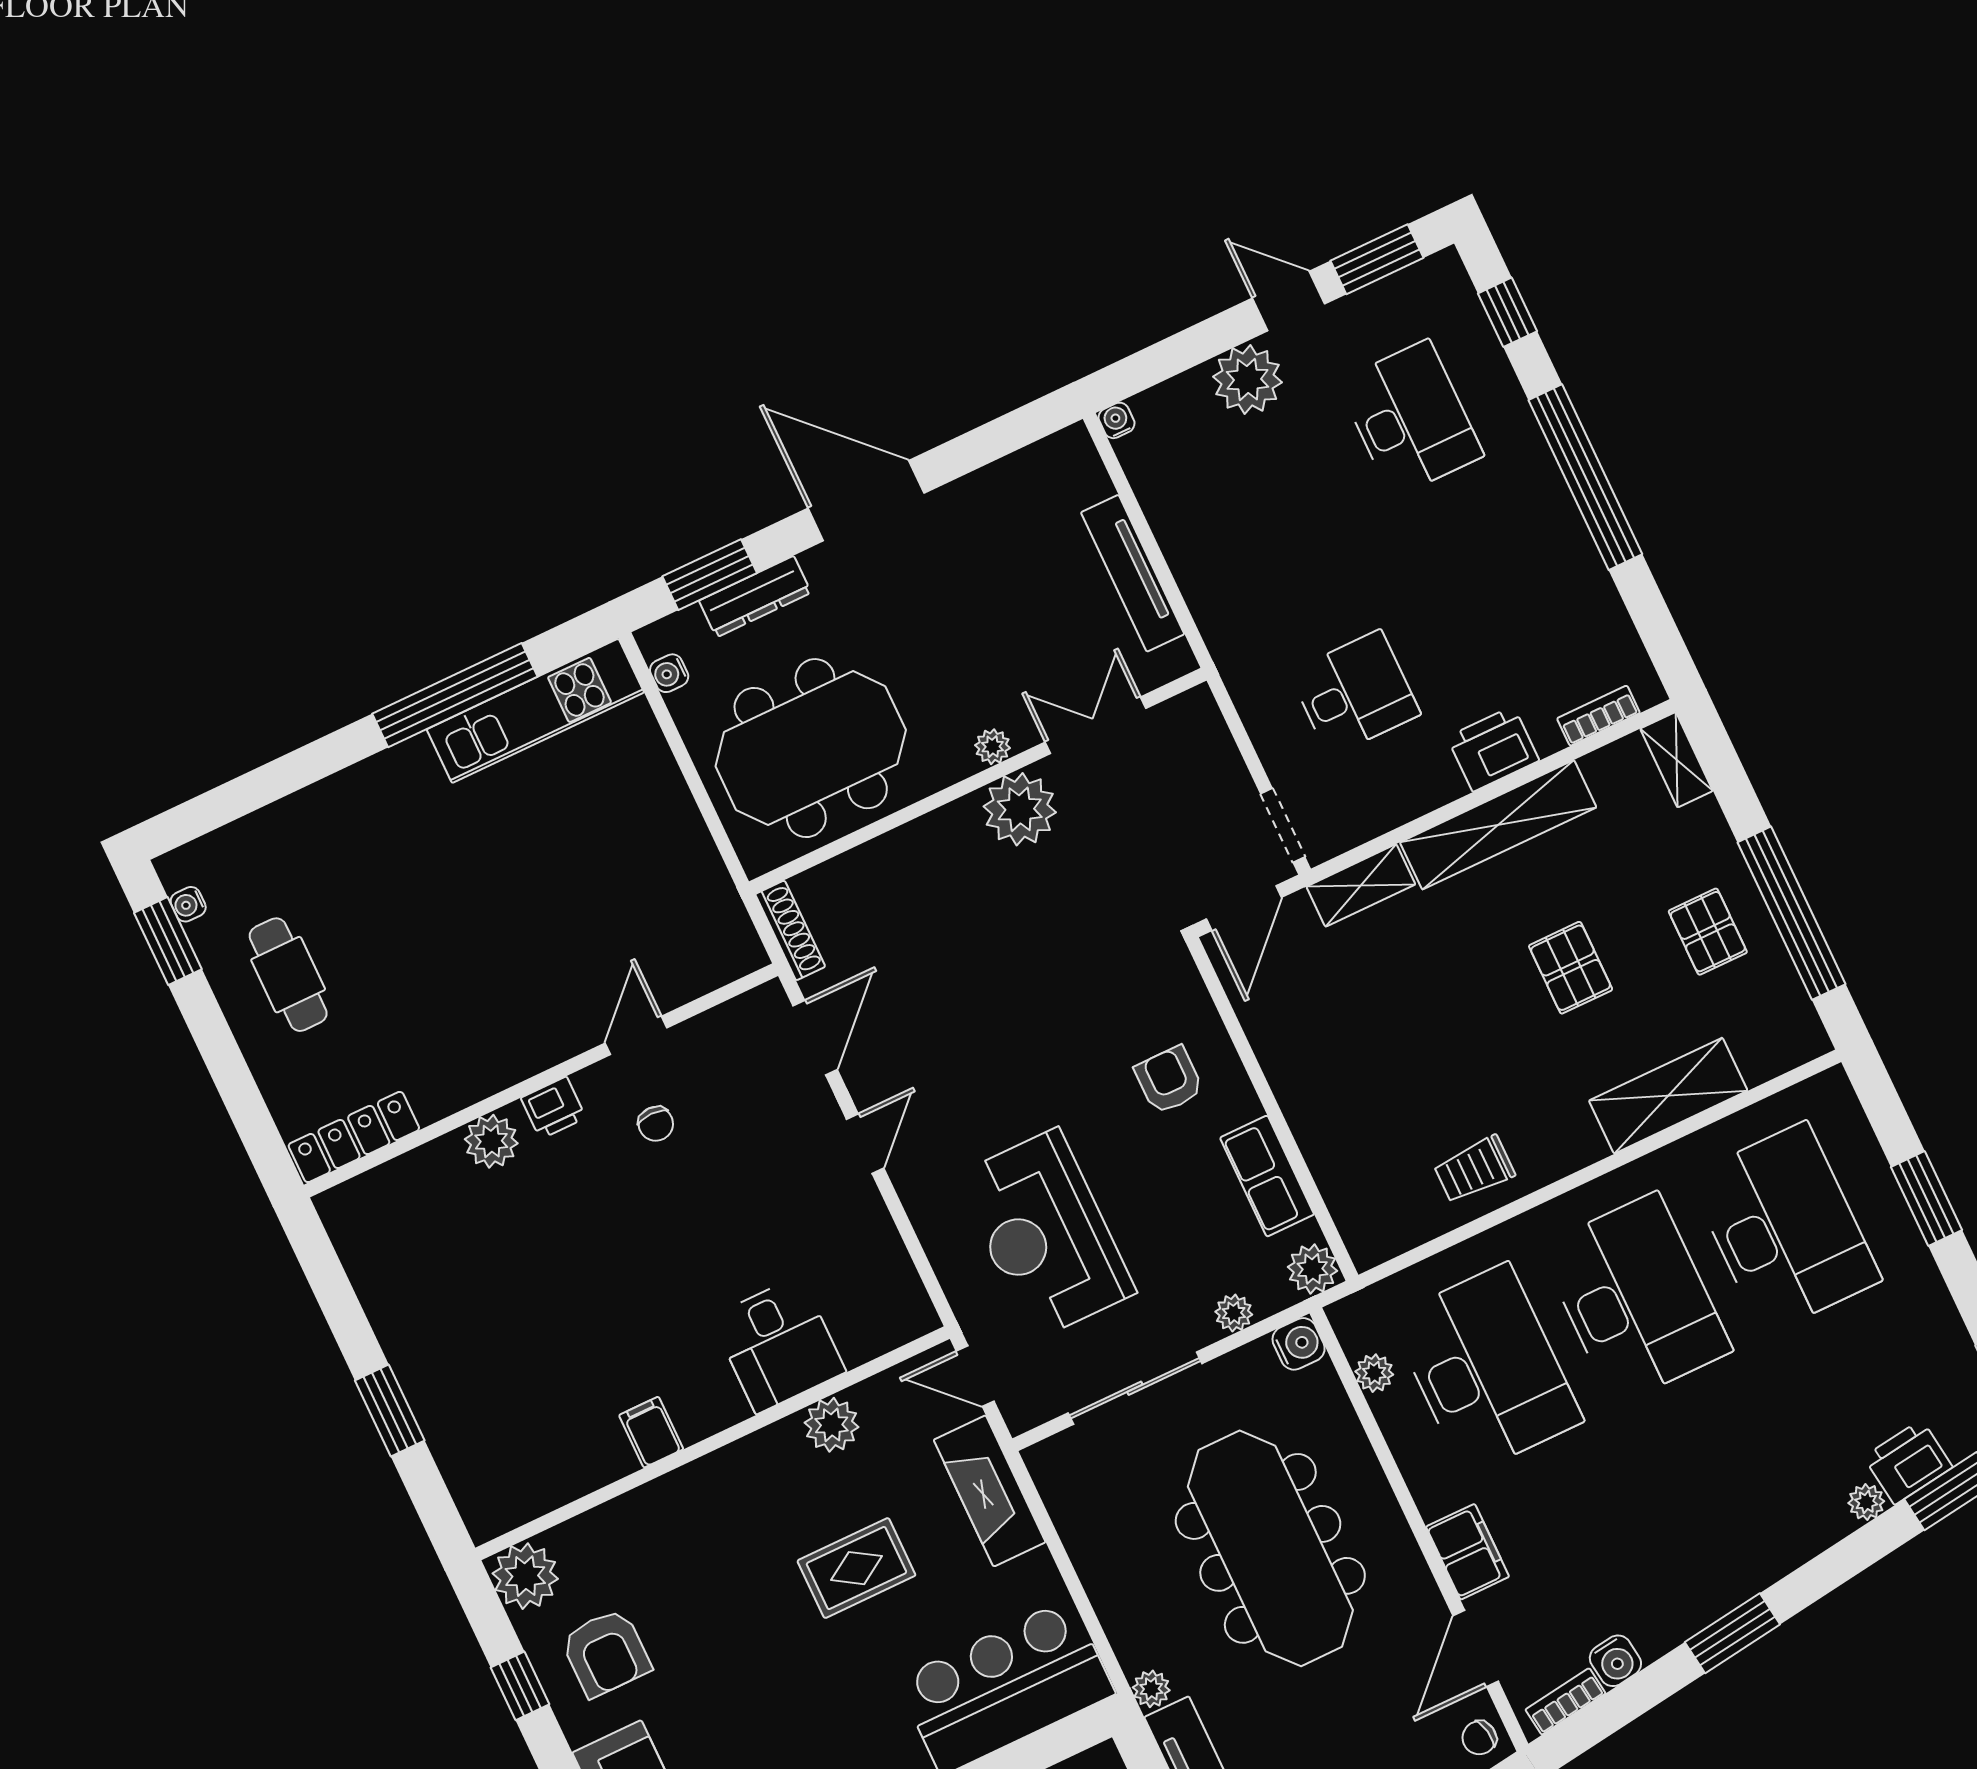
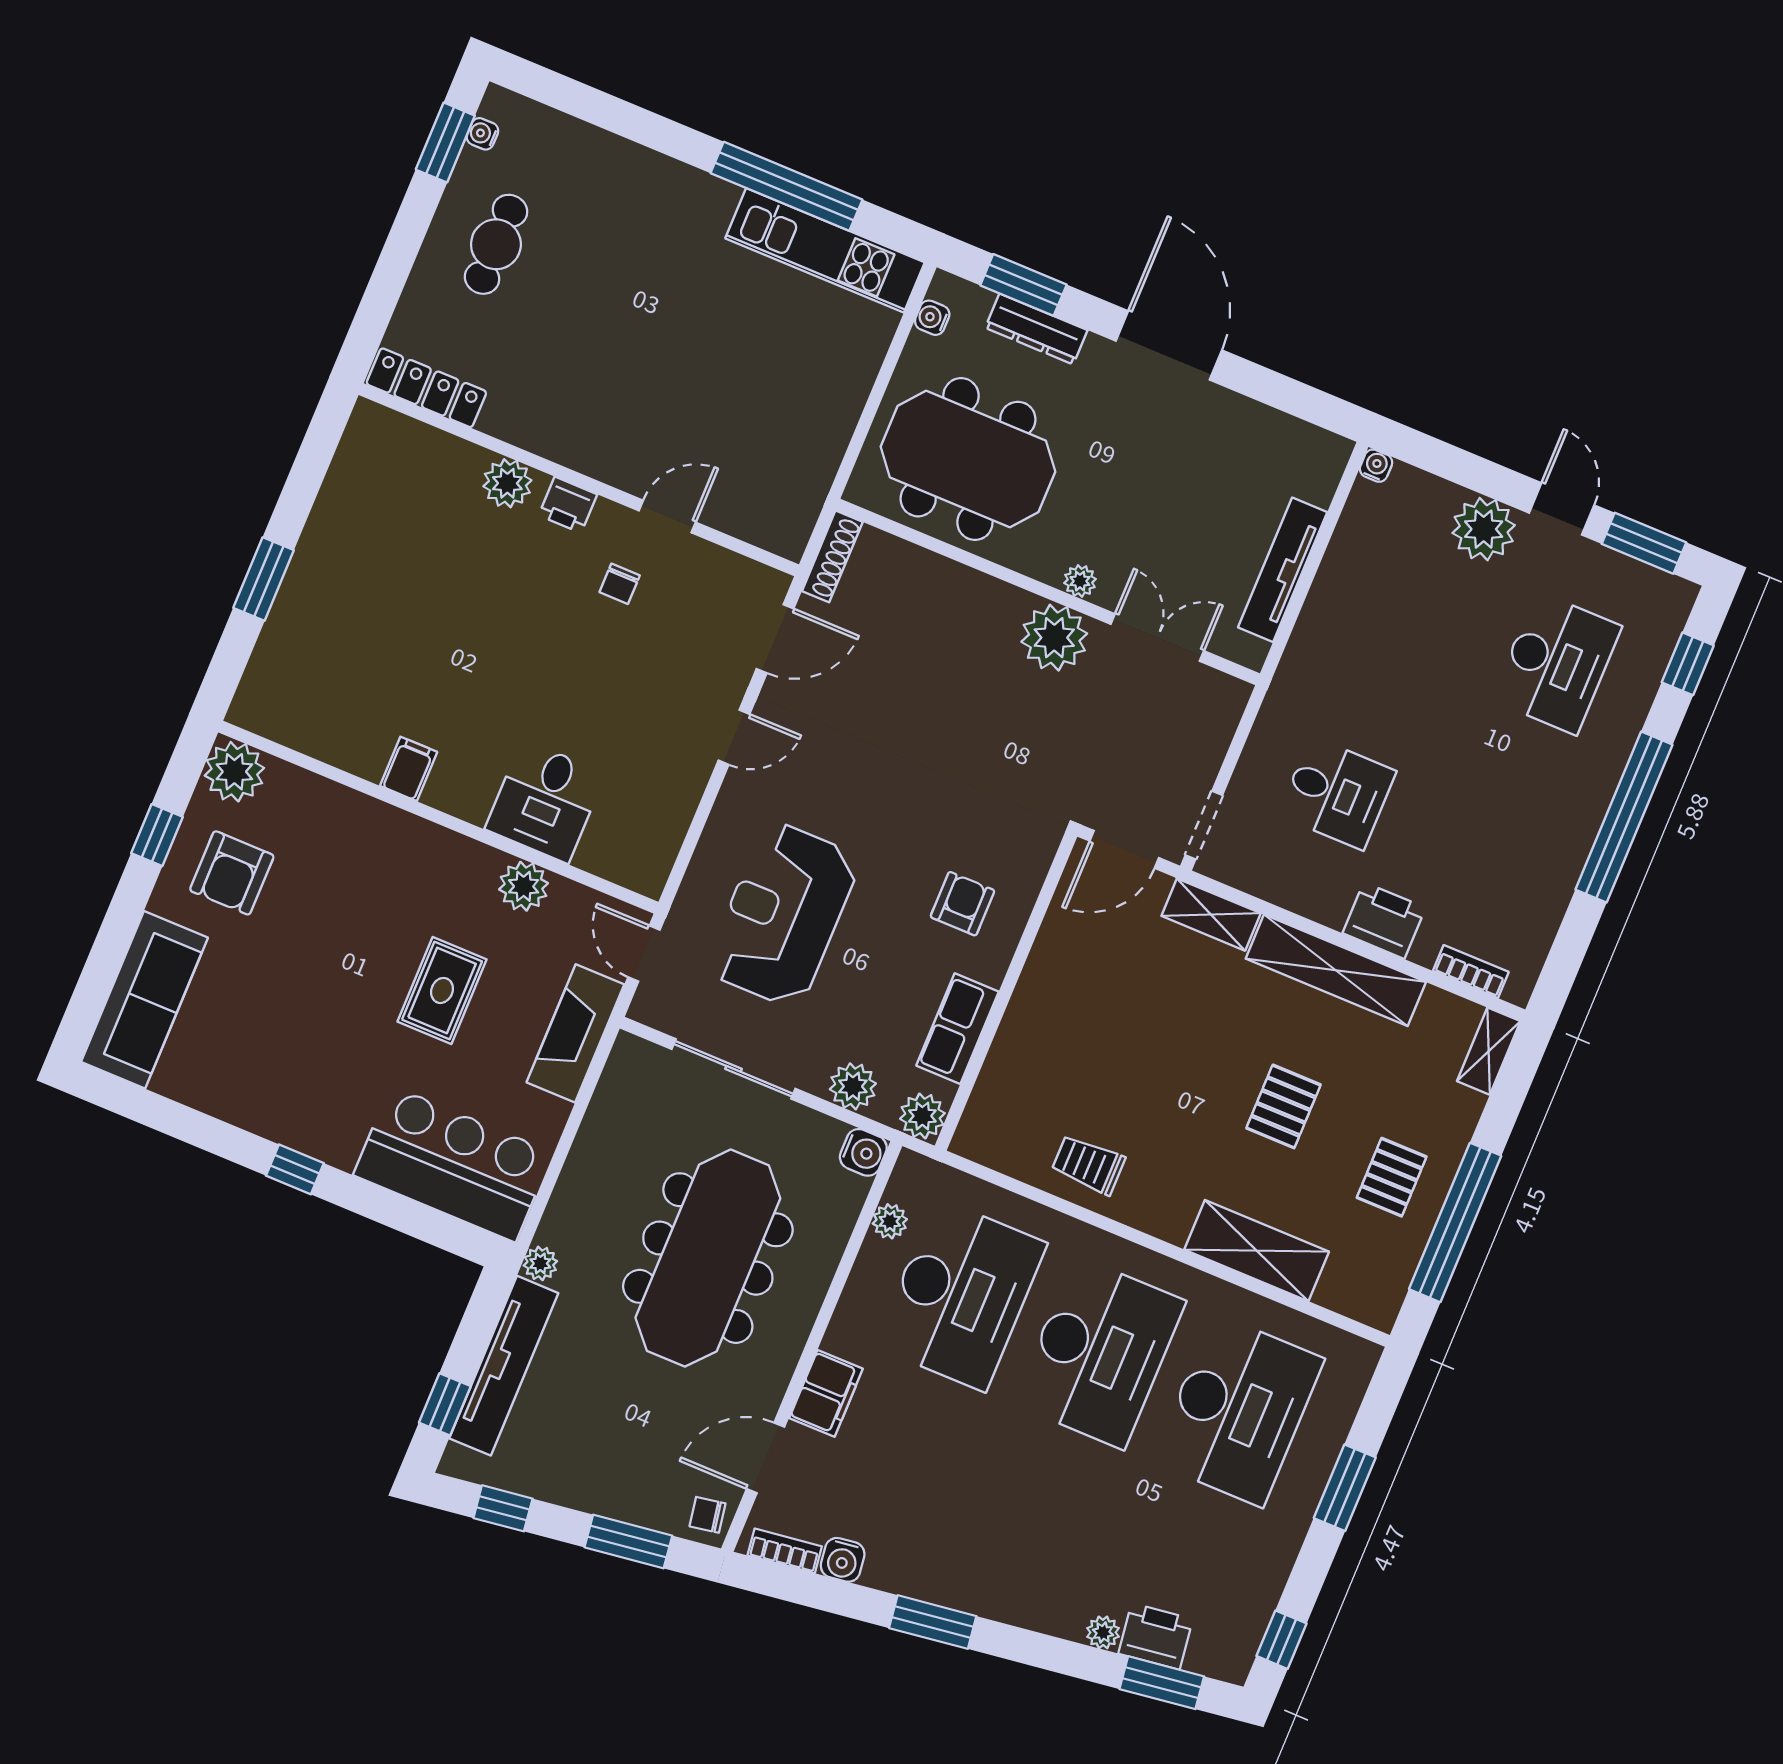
plant: (1234, 1313) -> (853, 1086), width x1.38, depth x1.38
rug: (856, 1568) -> (442, 990), turned 90

